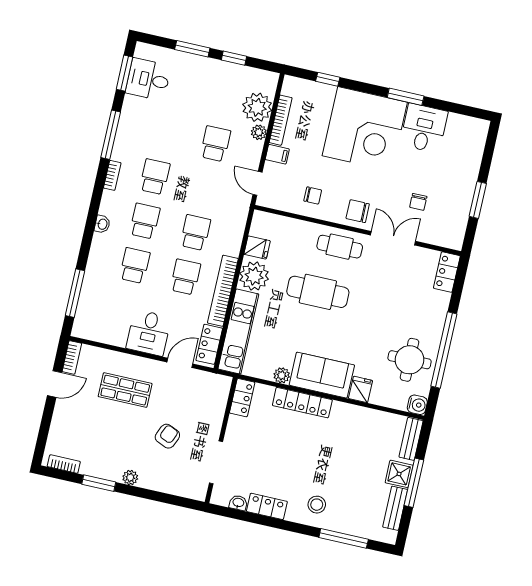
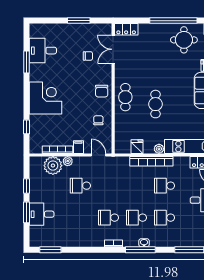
desk: (148, 79) -> (42, 214), moved, turned 90
window: (406, 97) -> (26, 62), moved
desk: (424, 128) -> (43, 51), moved
corner desk: (365, 129) -> (46, 98), width x0.74, depth x0.74
window: (111, 135) -> (140, 250), moved
door: (258, 183) -> (98, 155), swing flipped
school desk: (195, 233) -> (136, 186), removed
double door: (393, 238) -> (113, 49), moved
plant: (254, 276) -> (159, 149), width x0.53, depth x0.53
bookcase: (223, 291) -> (151, 161), moved
cafe table: (318, 292) -> (156, 104), width x0.73, depth x0.74

